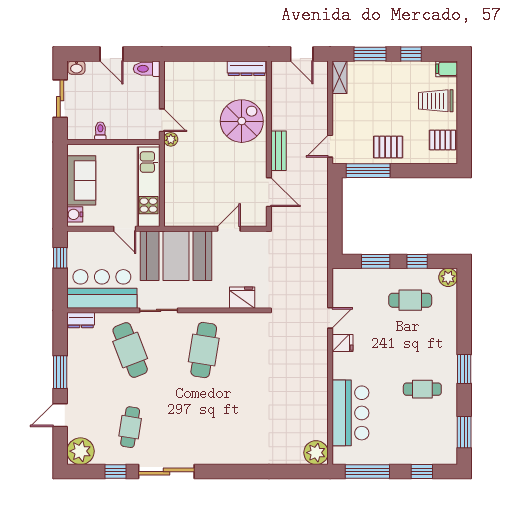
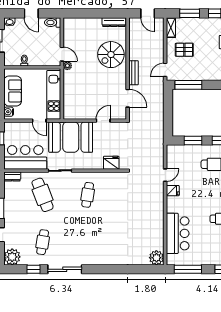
spiral stairs: (242, 121) -> (111, 55), turned 180
pallet: (388, 147) -> (184, 50), moved
cafe table: (204, 350) -> (88, 195), width x0.73, depth x0.74

